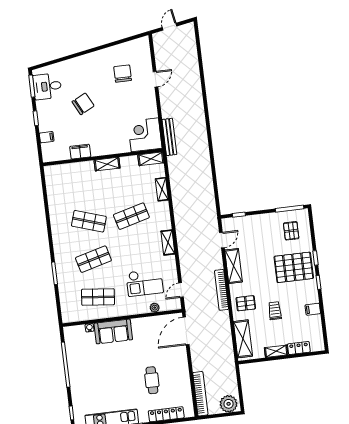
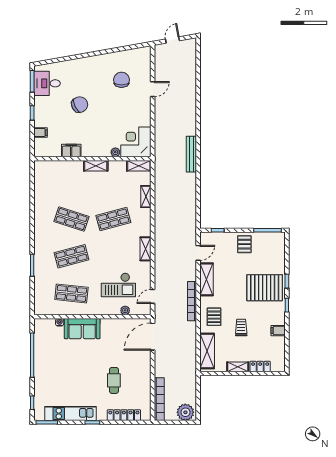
bench: (169, 137) -> (191, 154), moved
plant: (125, 148) -> (115, 152), added
pallet: (291, 231) -> (244, 244), moved
pallet: (246, 303) -> (214, 317), turned 90

